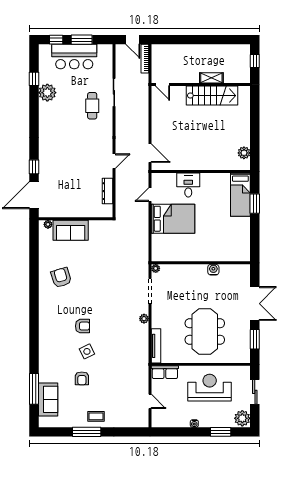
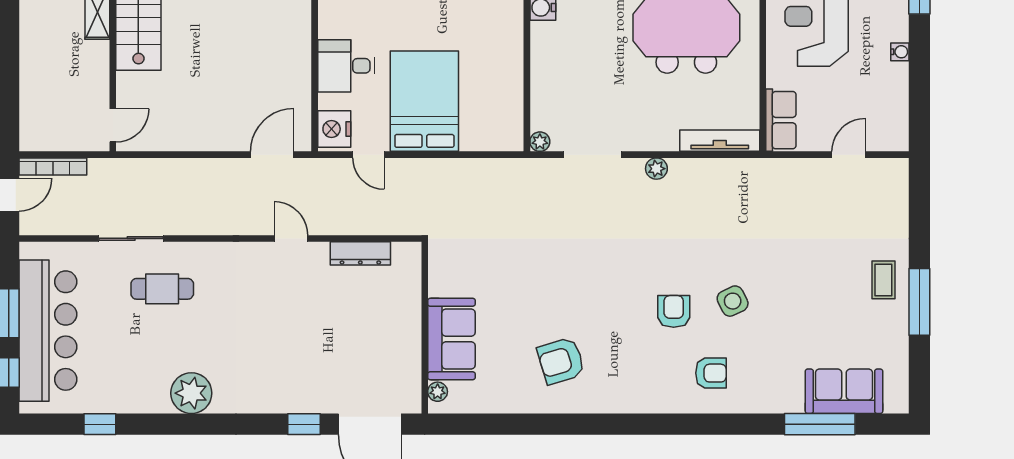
bar counter: (74, 57) -> (48, 331), width x1.36
plant: (47, 93) -> (191, 393), moved
nightstand: (161, 180) -> (334, 129), added
armchair: (82, 378) -> (711, 373), moved

